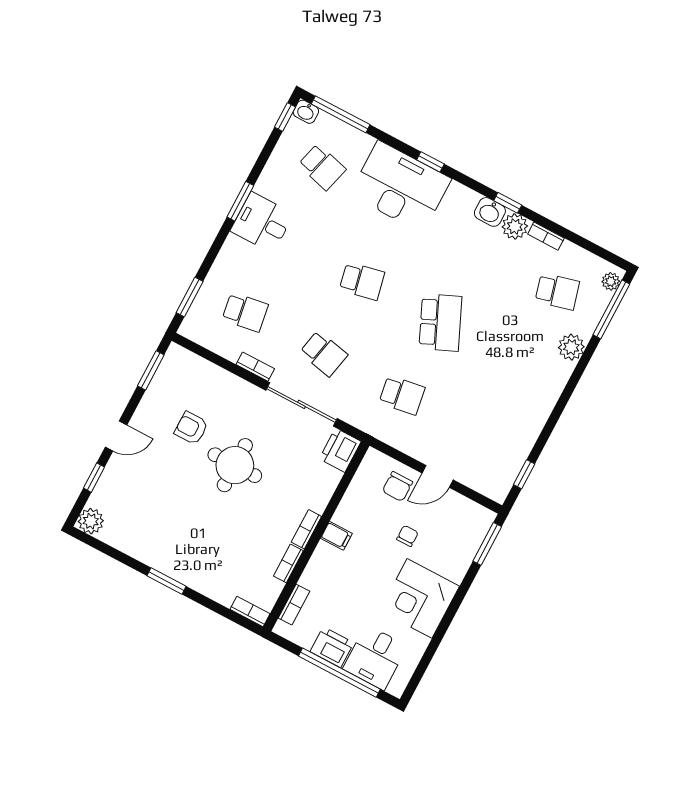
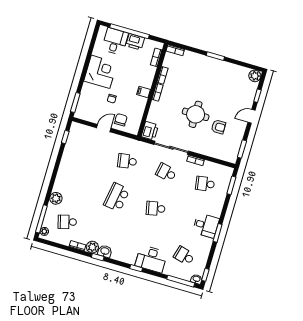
desk: (400, 187) -> (151, 259), width x0.73, depth x0.77
school desk: (440, 323) -> (117, 197), turned 33

